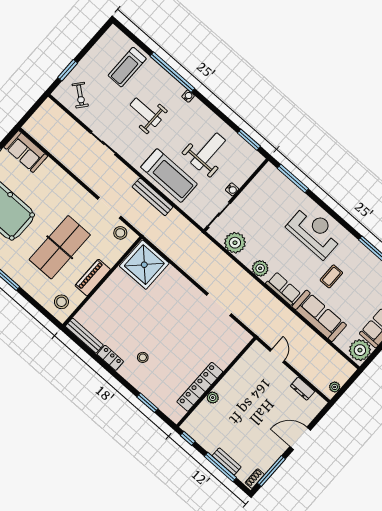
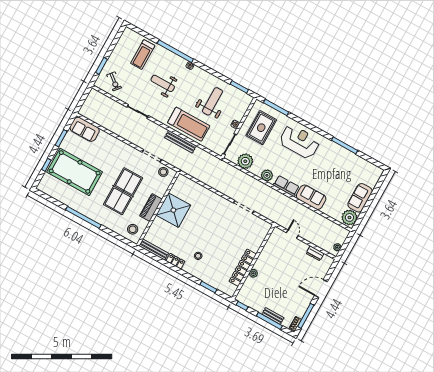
rug: (267, 202) -> (261, 128), added
shower: (144, 265) -> (173, 210), moved
coffee table: (331, 276) -> (318, 170), removed
sofa: (319, 316) -> (311, 197), width x0.73

